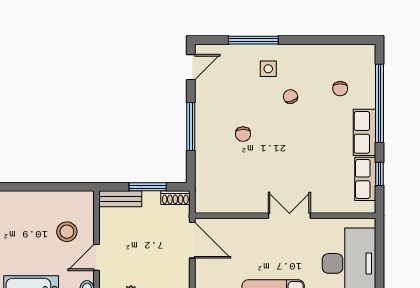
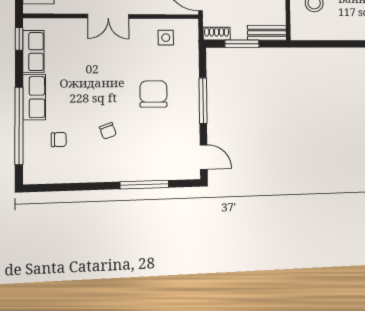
door: (191, 67) -> (204, 157), swing flipped
side table: (268, 69) -> (166, 38), moved
chair: (340, 89) -> (59, 140), turned 90
chair: (243, 134) -> (153, 94), width x1.87, depth x1.87
window: (380, 174) -> (19, 39), moved

